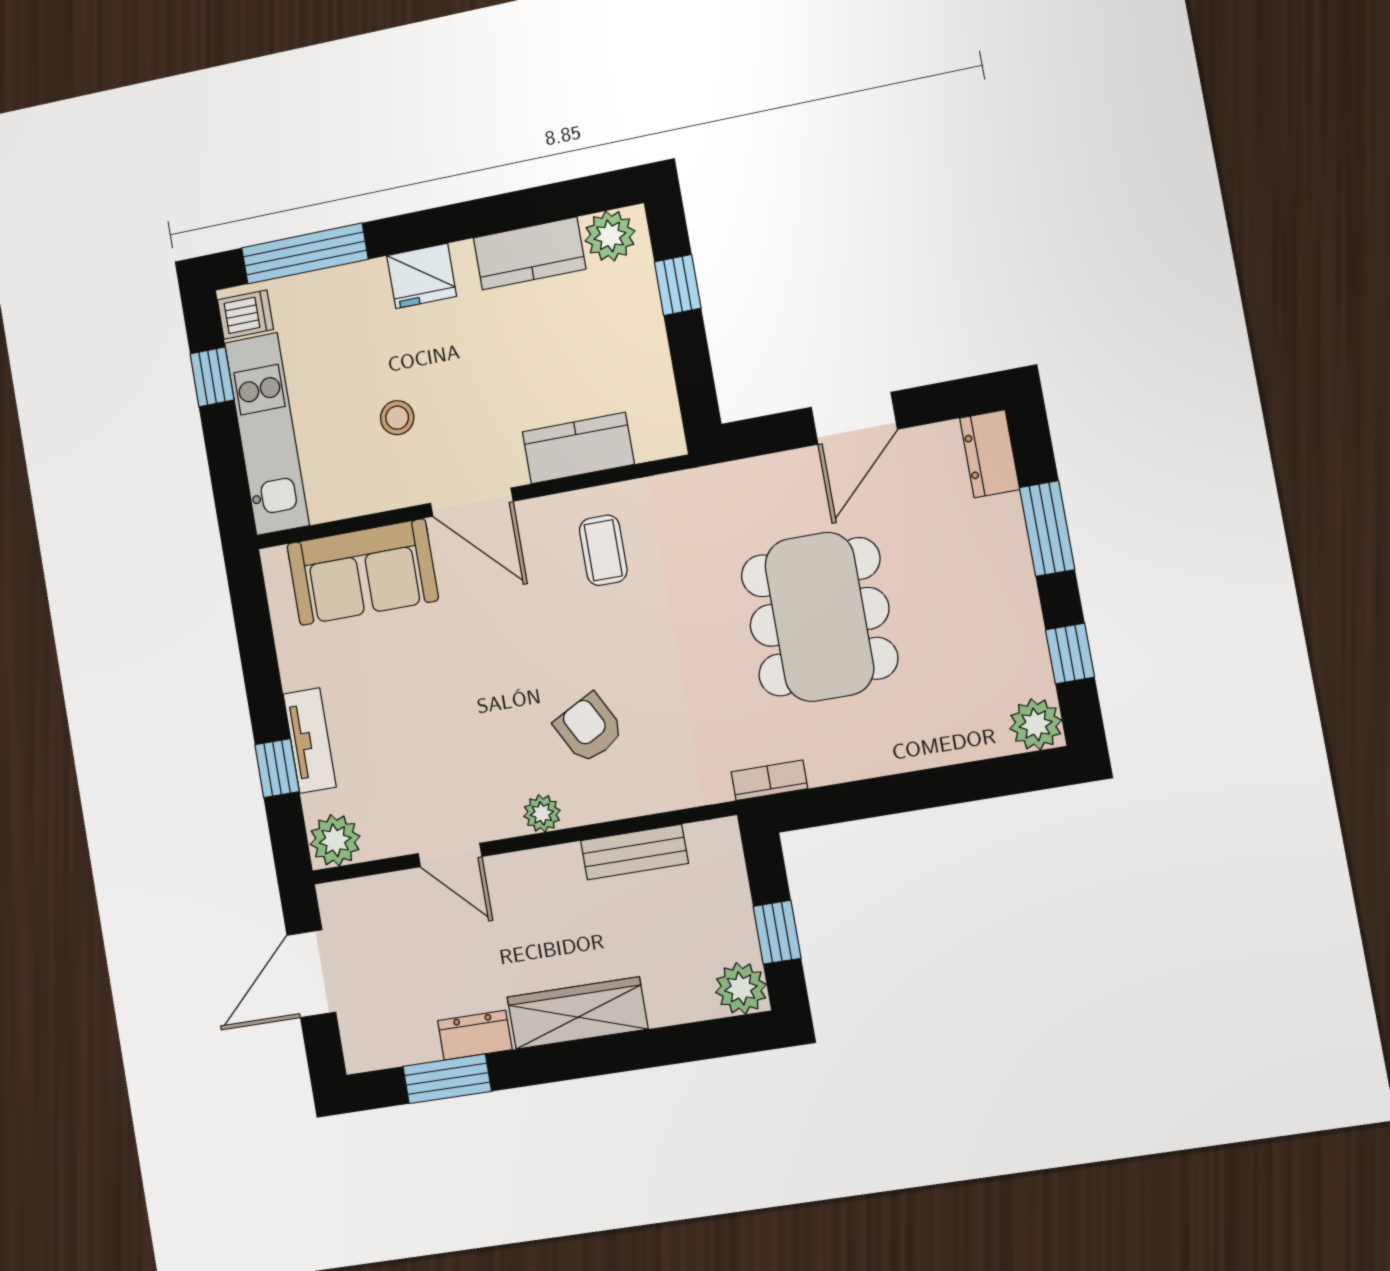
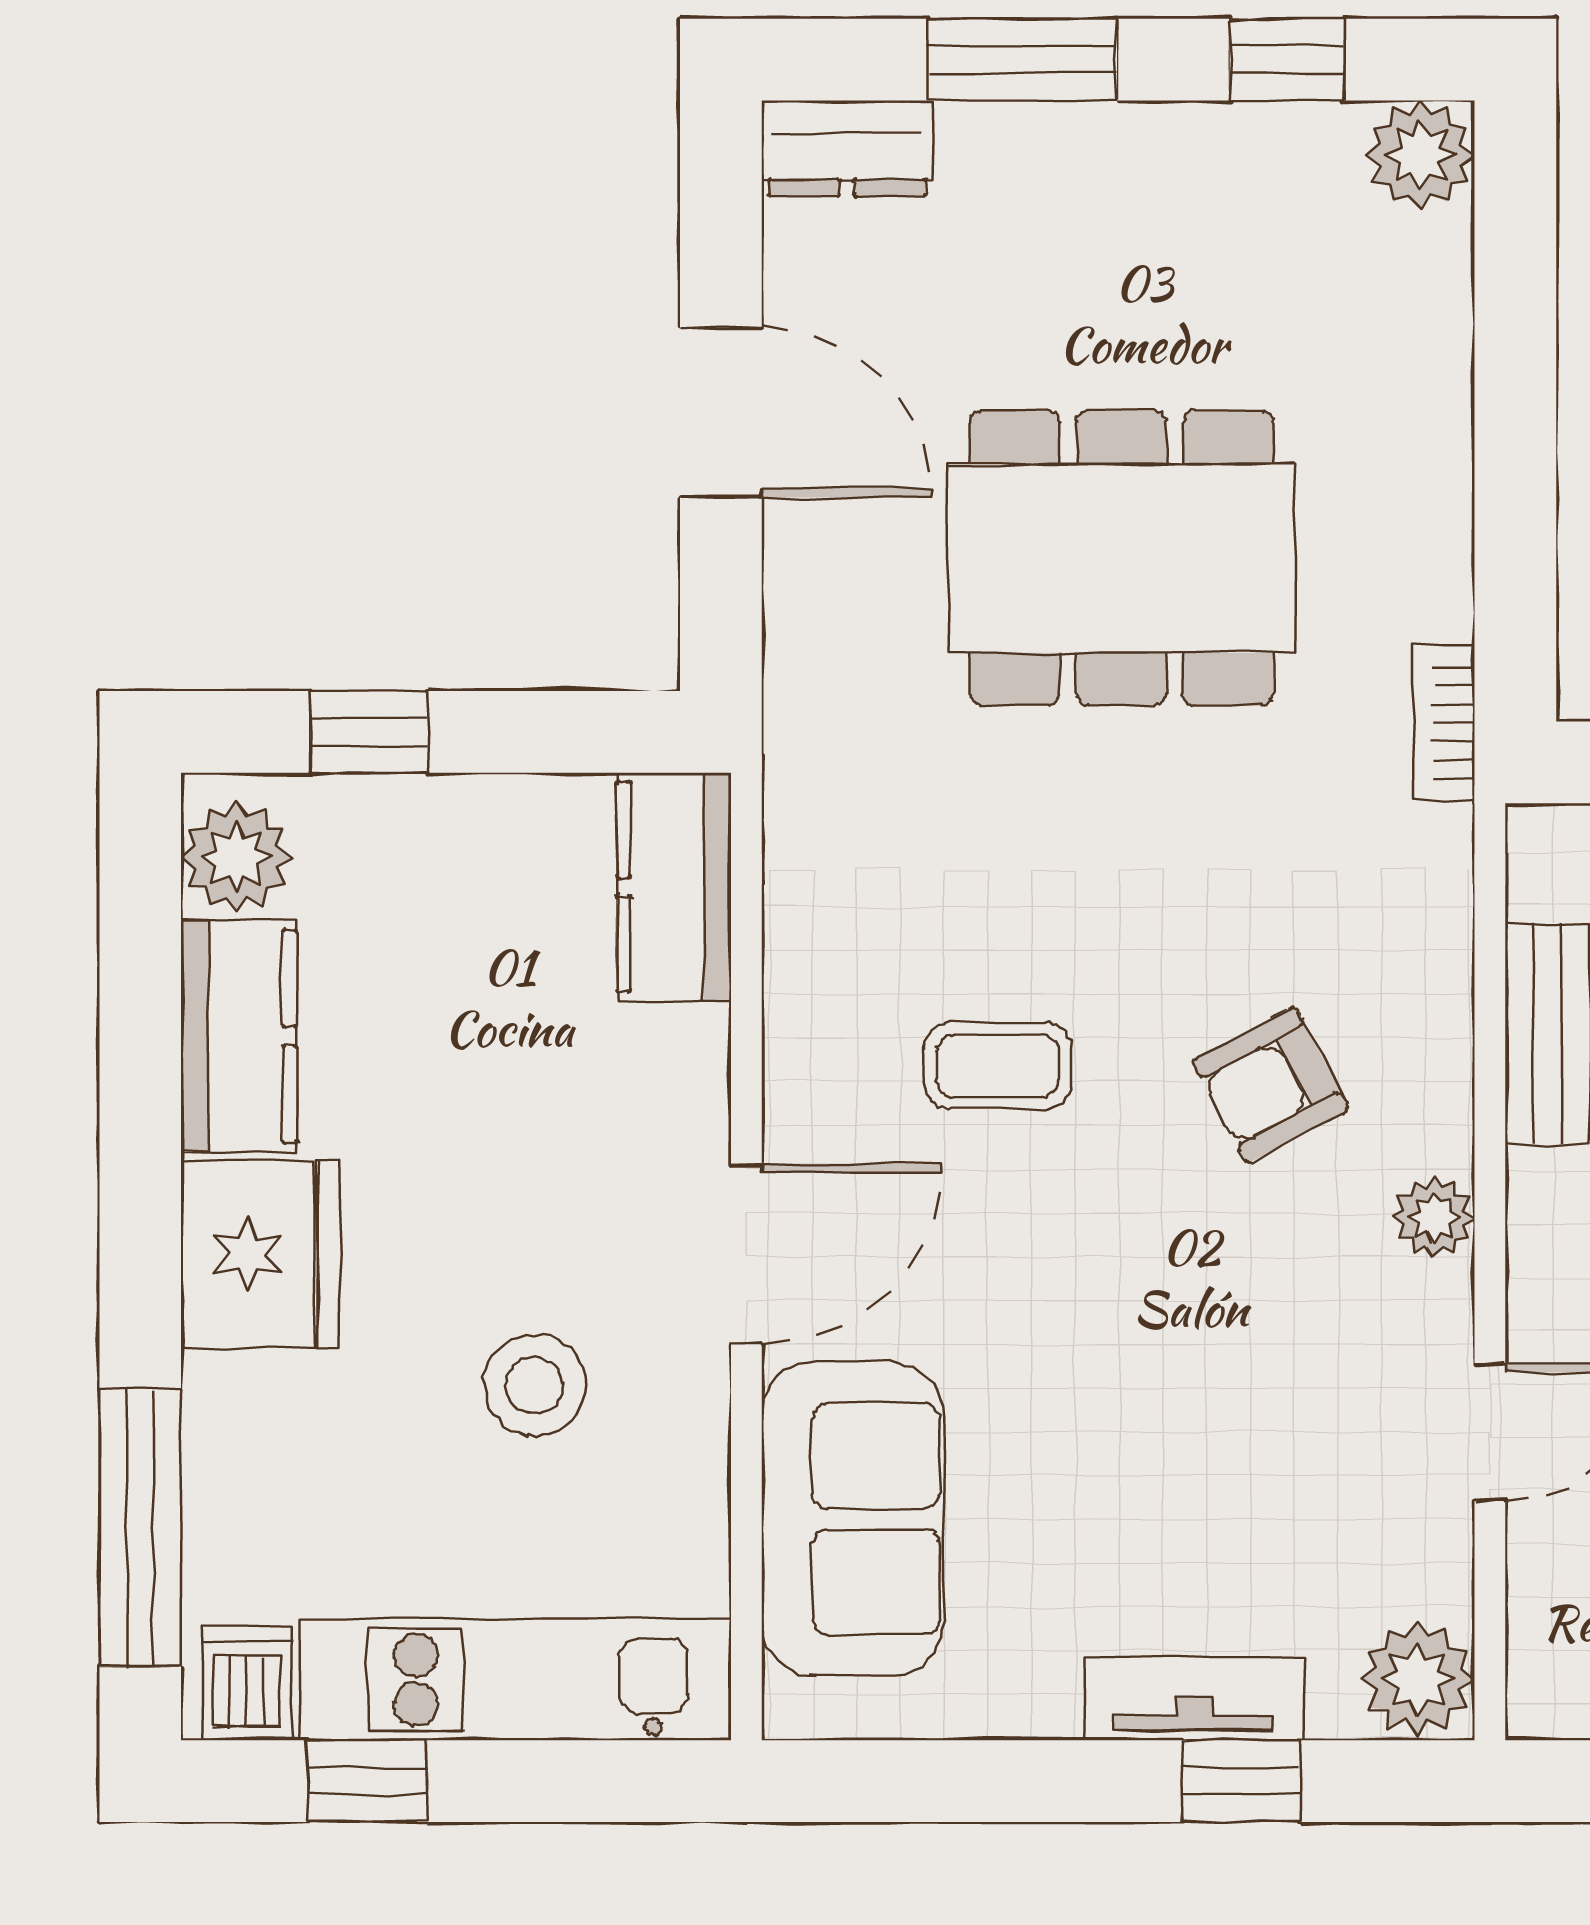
fridge: (422, 276) -> (260, 1254), width x1.36, depth x1.34
stool: (397, 418) -> (535, 1385), width x1.37, depth x1.37
kitchen counter: (578, 448) -> (674, 887), moved
coffee table: (603, 550) -> (998, 1066), moved

